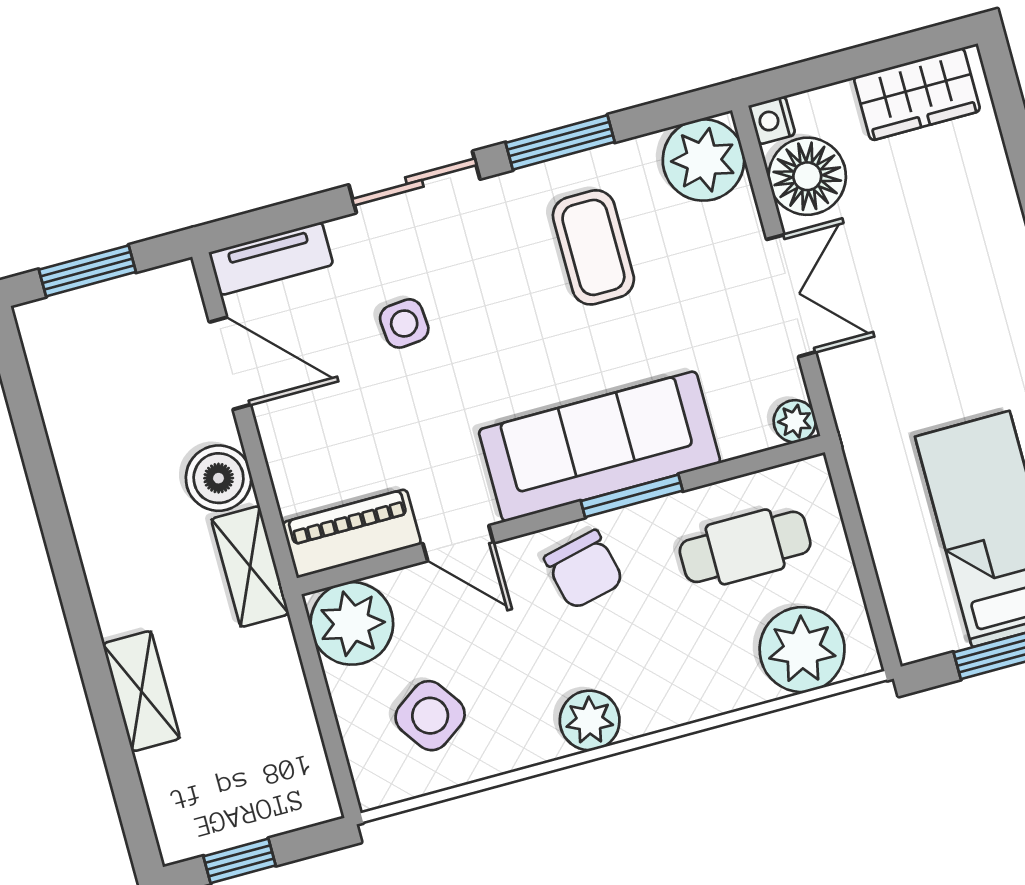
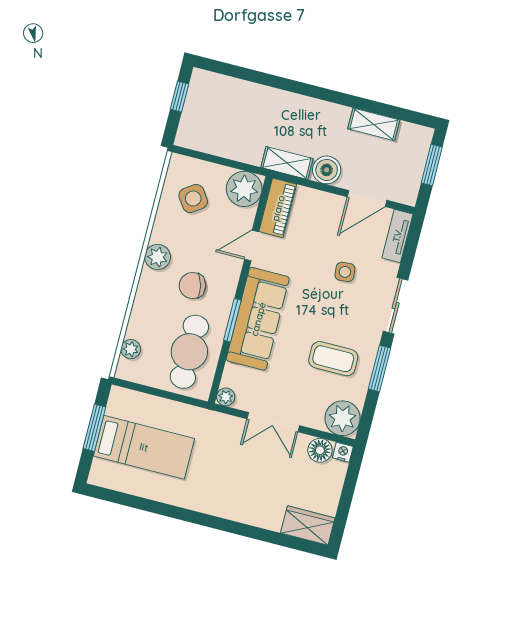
wardrobe: (917, 94) -> (308, 525), moved, turned 90
floor lamp: (807, 176) -> (320, 450), width x0.73, depth x0.73
cafe table: (745, 547) -> (189, 352), width x1.37, depth x1.35
chair: (584, 570) -> (192, 286), moved
plant: (802, 650) -> (131, 349), width x0.53, depth x0.53
shelving: (141, 691) -> (374, 124), moved

